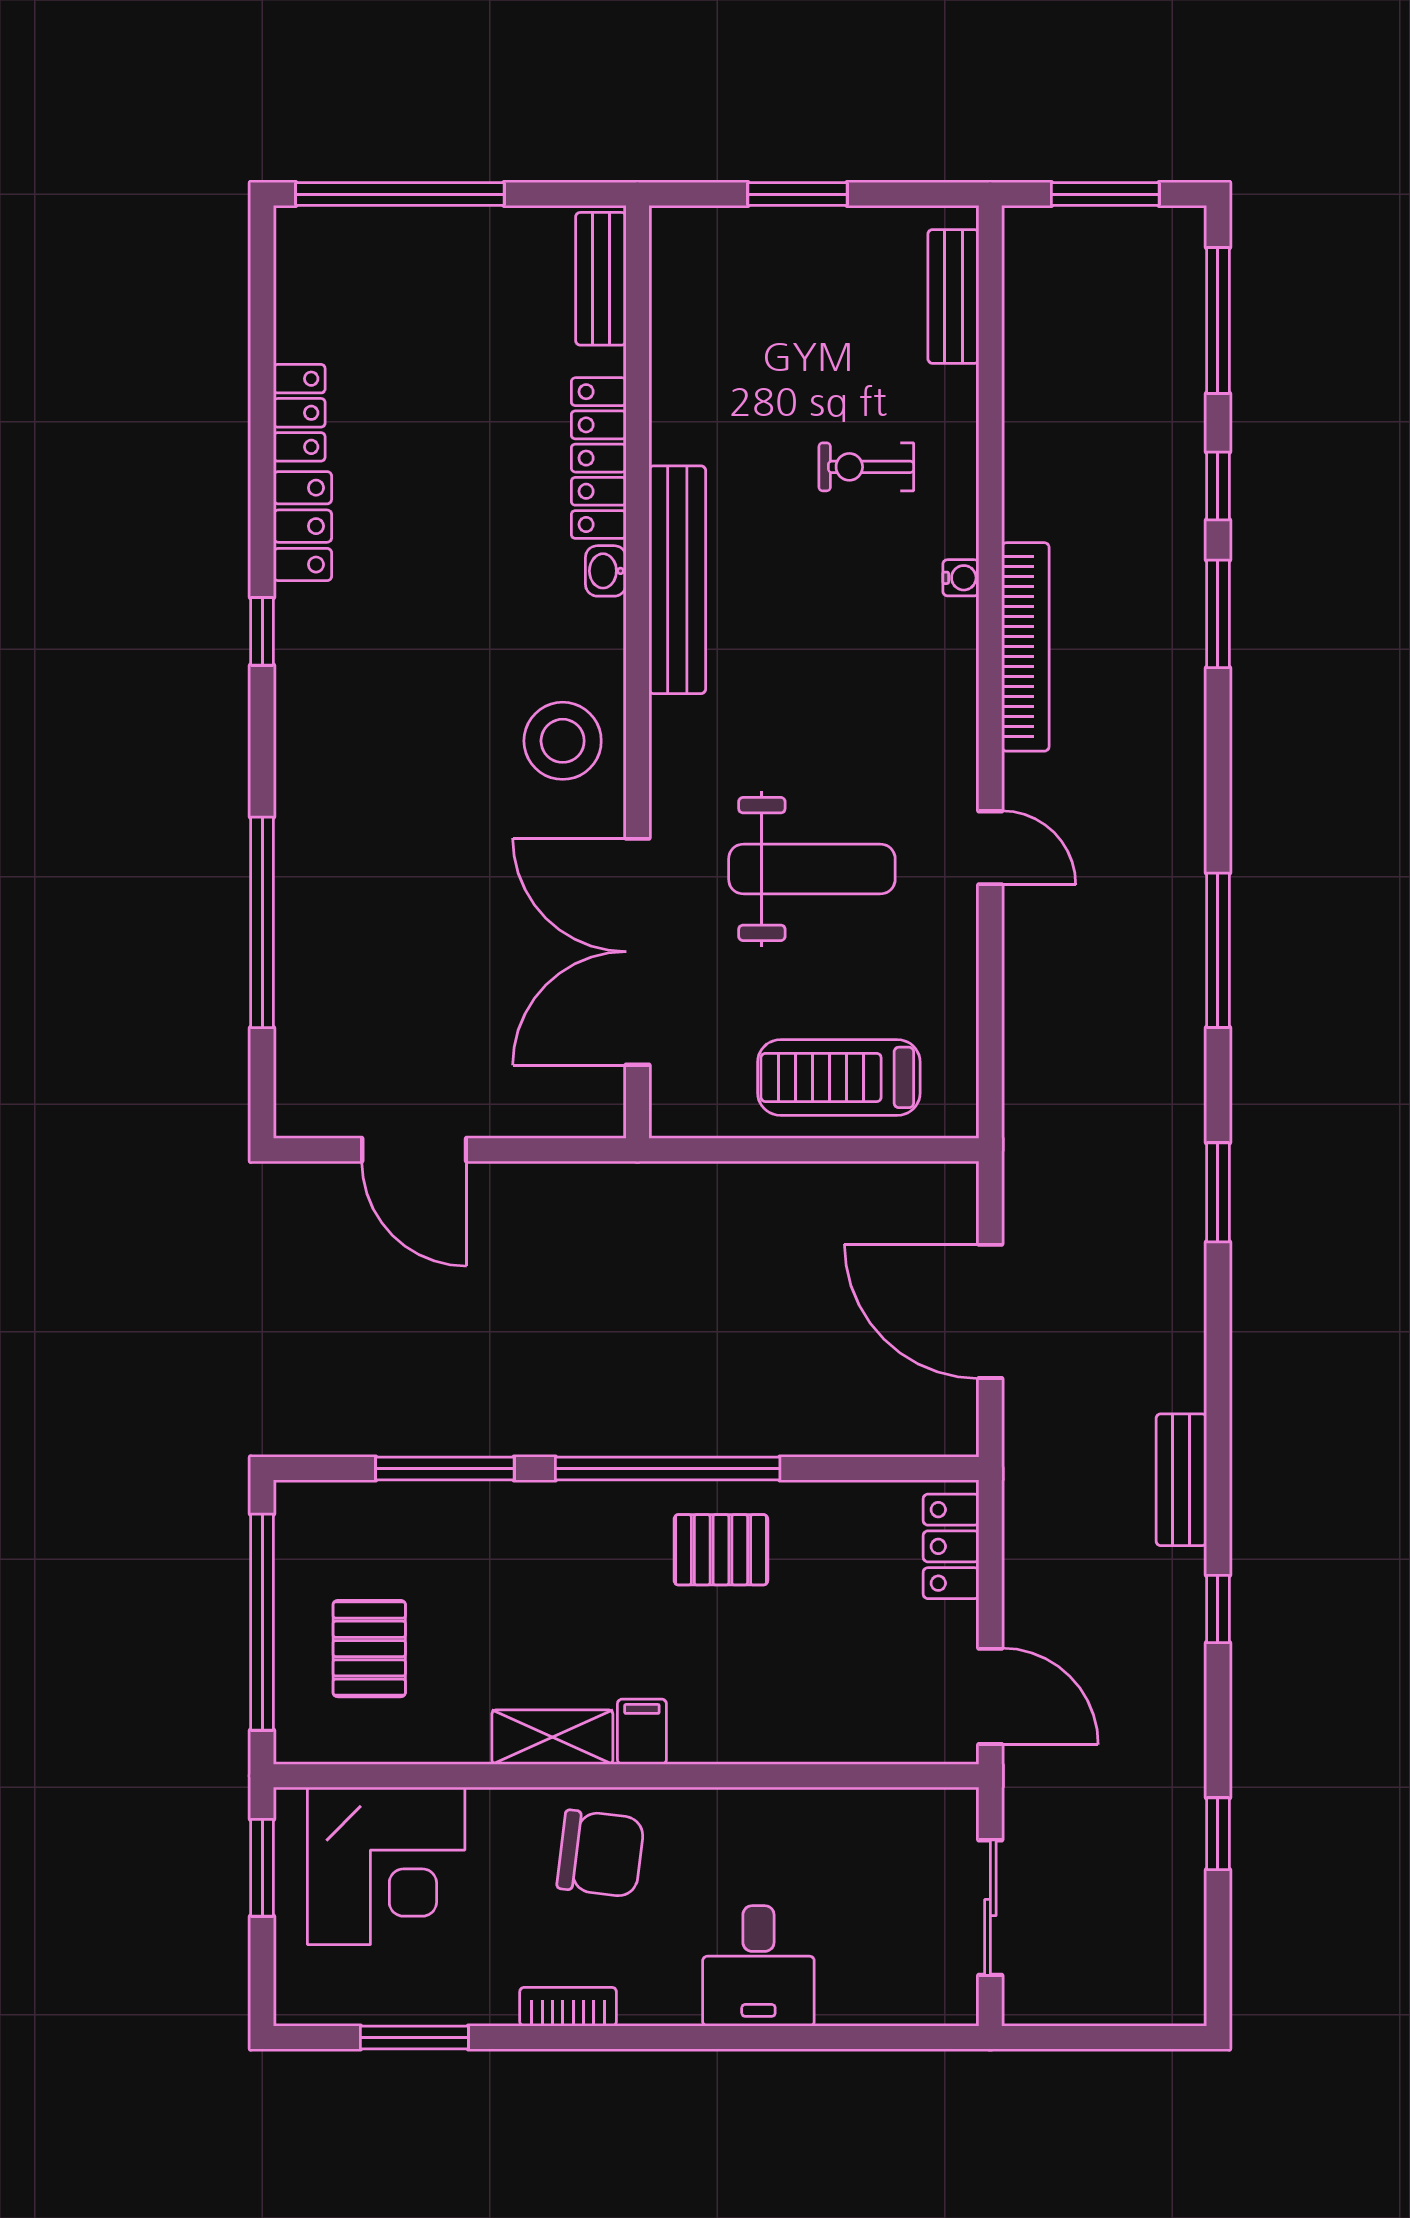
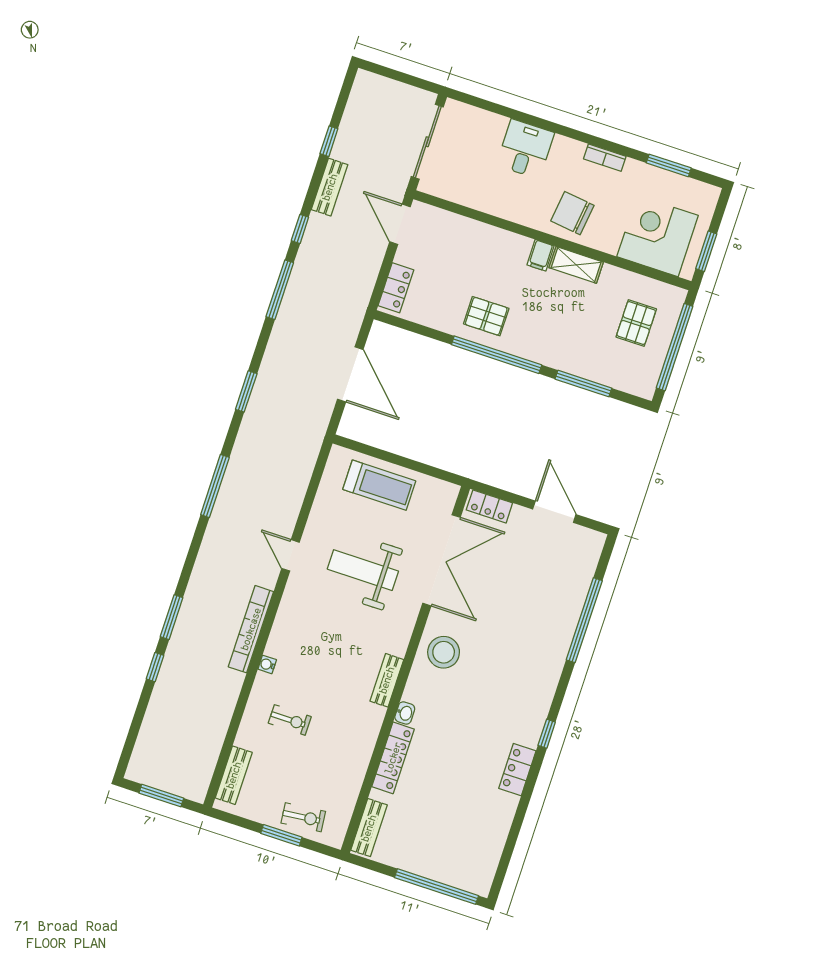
exercise bike: (761, 252) -> (303, 817), added
window: (1218, 320) -> (280, 290), moved
locker: (299, 413) -> (489, 506), moved, turned -90
bench: (677, 580) -> (387, 680), width x0.54, depth x0.82
bench: (1181, 1480) -> (330, 187), moved
sliding door: (990, 1908) -> (427, 142), width x1.37

